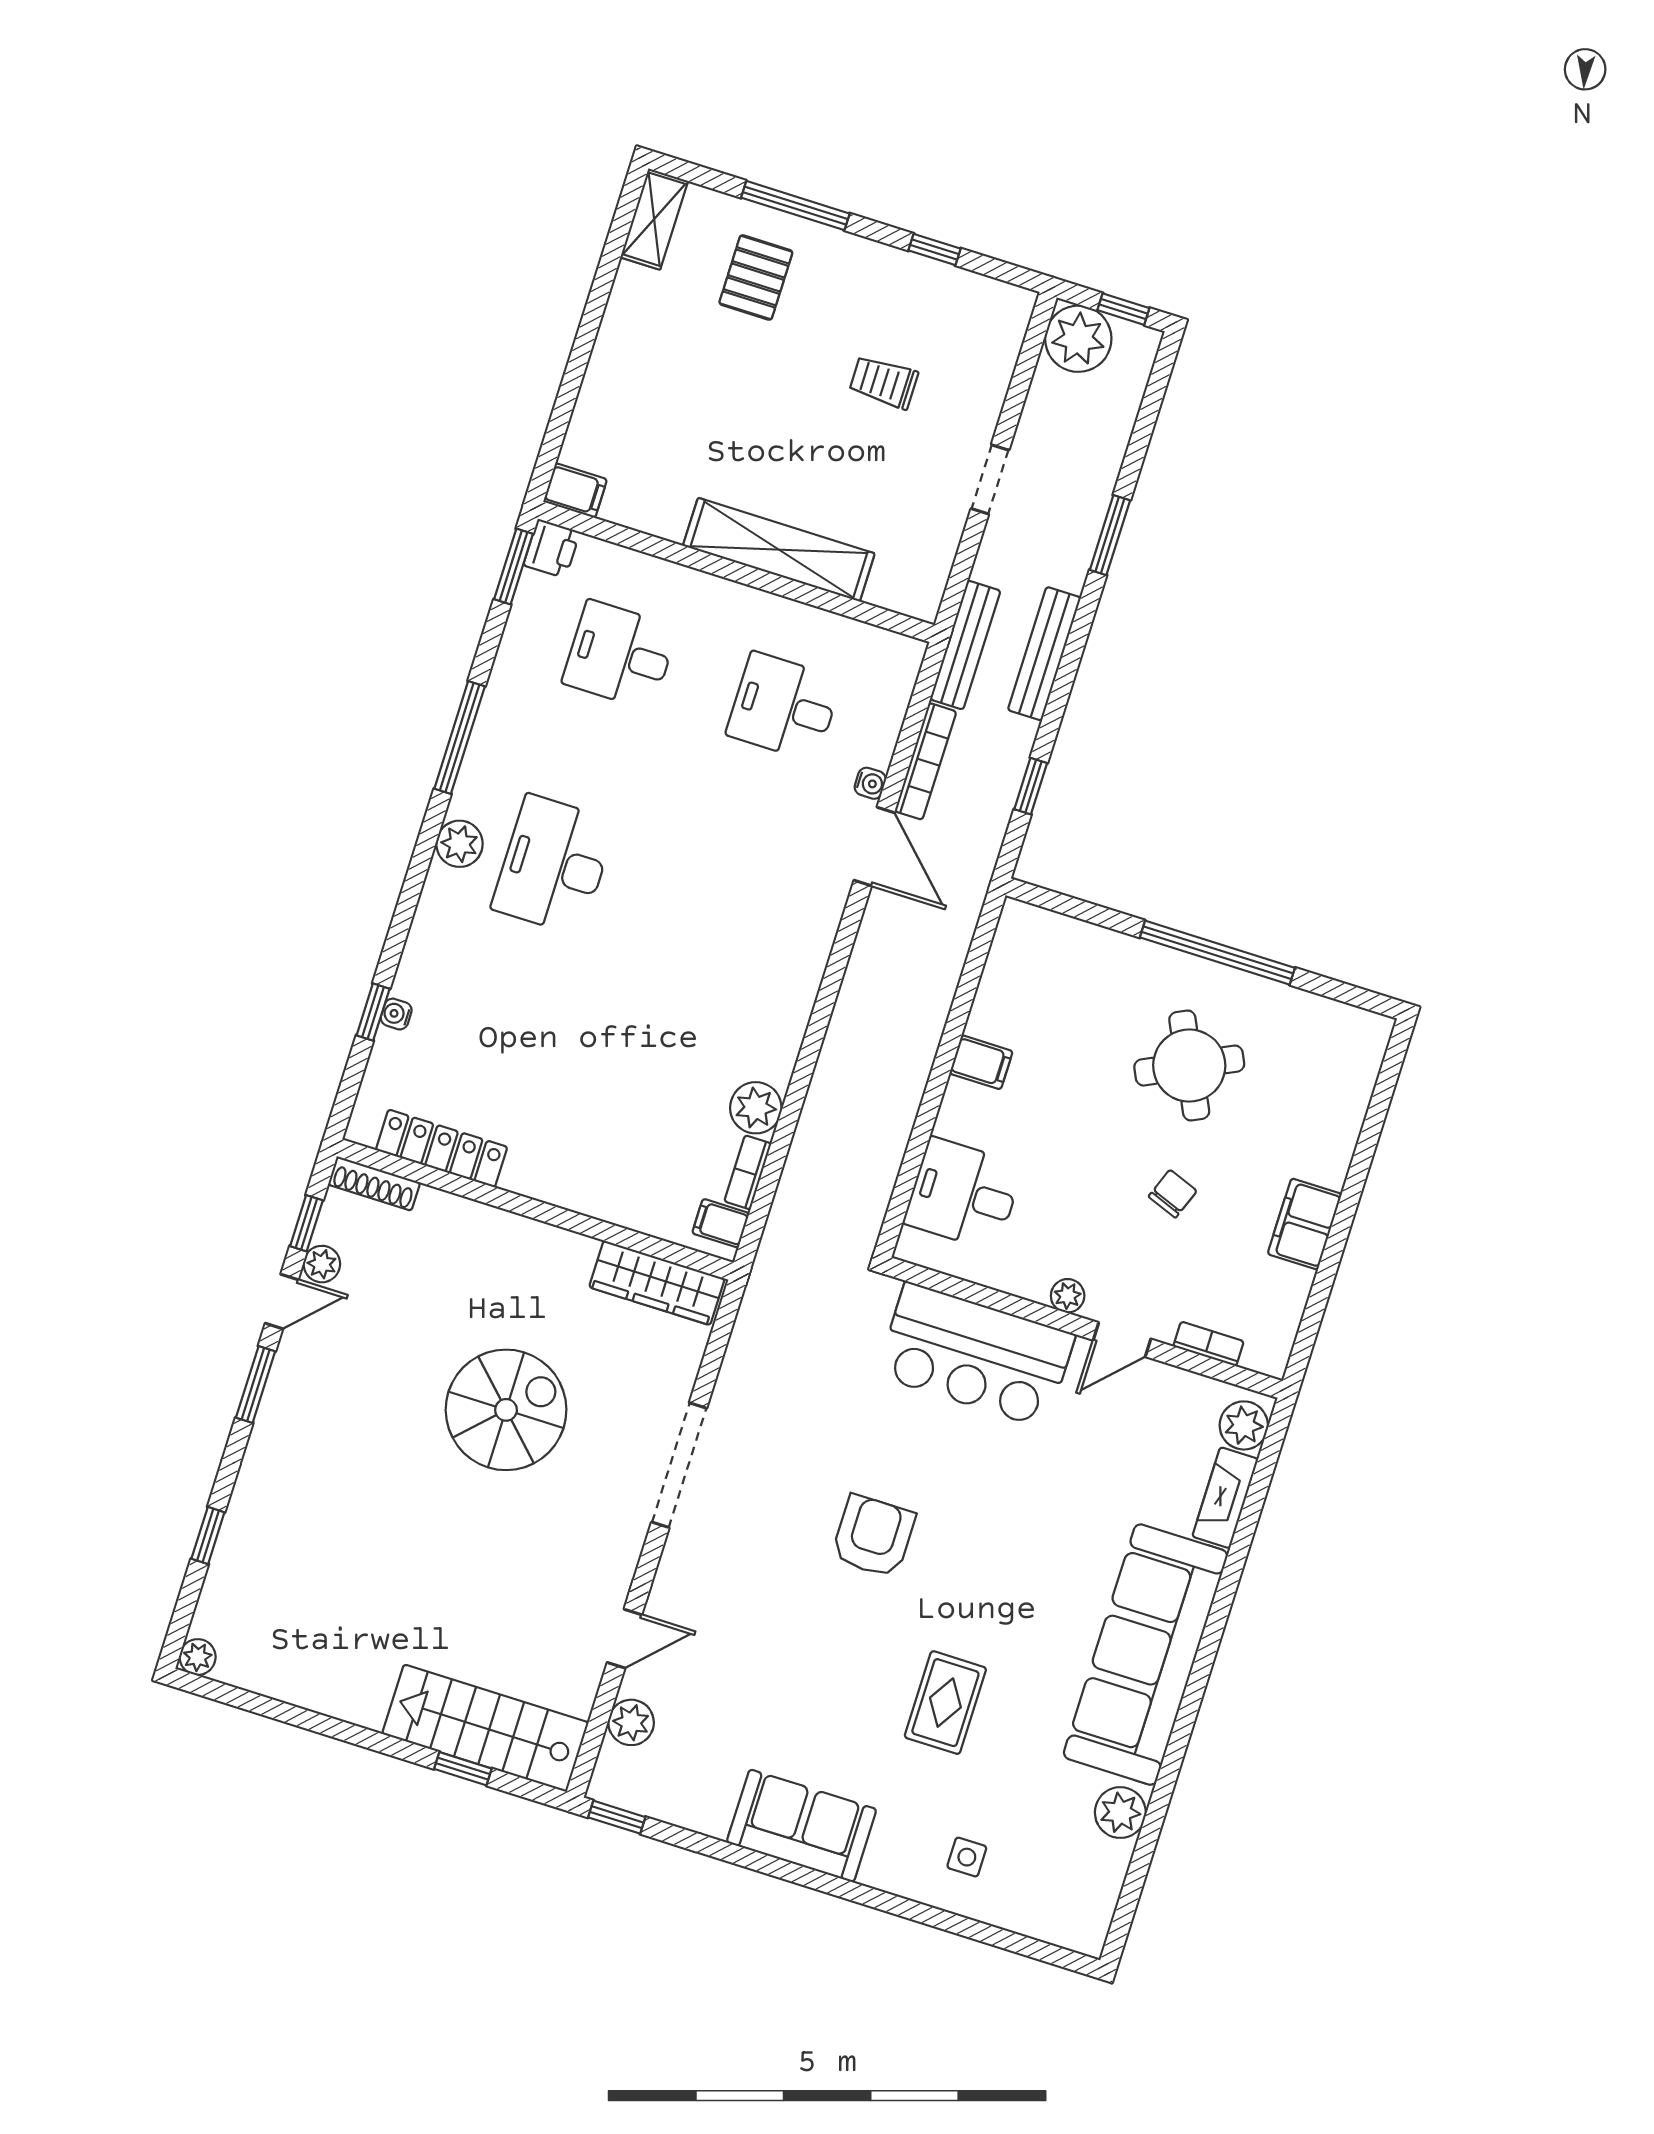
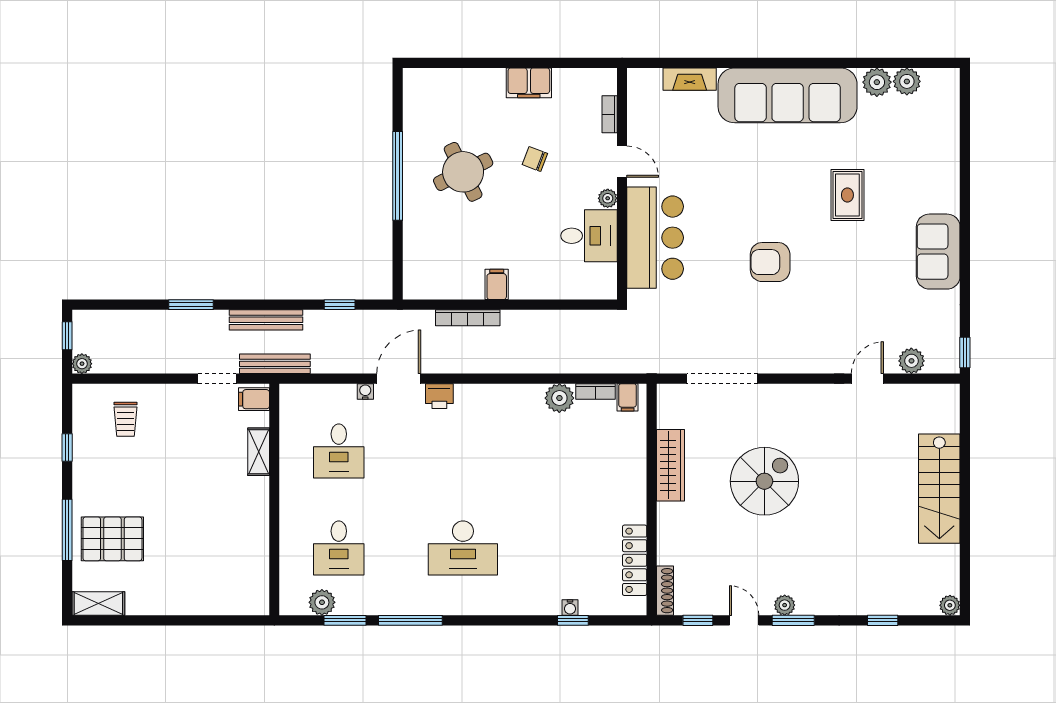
pallet: (756, 277) -> (112, 539), width x1.50, depth x1.42
plant: (1078, 339) -> (82, 364), width x0.53, depth x0.53
trolley: (884, 382) -> (126, 419), moved
doorway: (990, 479) -> (217, 379), moved
filing cabinet: (575, 491) -> (254, 399), moved, turned -90
printer: (552, 549) -> (439, 396), moved, turned 180
shelving: (779, 550) -> (259, 452), width x0.45, depth x0.75
window: (513, 567) -> (345, 620), moved
bookcase: (926, 761) -> (468, 318), moved, turned 180
plant: (459, 844) -> (322, 602), moved
desk: (963, 1194) -> (589, 236), moved, turned -90
plant: (322, 1264) -> (785, 605), moved
wardrobe: (657, 1283) -> (670, 465), moved
spiral stairs: (506, 1410) -> (764, 481), turned 90
plant: (1244, 1425) -> (907, 81), moved
doorway: (679, 1465) -> (722, 379), moved
door: (624, 1639) -> (867, 379), hinge flipped
rug: (945, 1703) -> (847, 195), turned 90
stairs: (485, 1728) -> (939, 489), moved
window: (463, 1769) -> (965, 443), removed
side table: (967, 1857) -> (927, 157), removed

